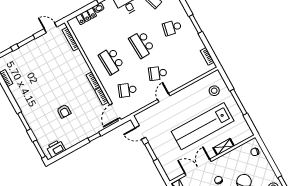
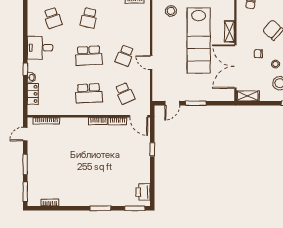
school desk: (127, 90) -> (125, 93), turned -45
armchair: (64, 111) -> (112, 165), removed
double door: (198, 167) -> (235, 67), width x1.36

